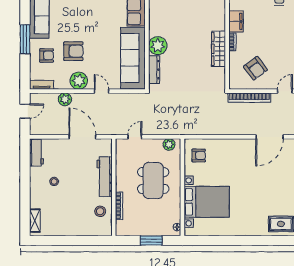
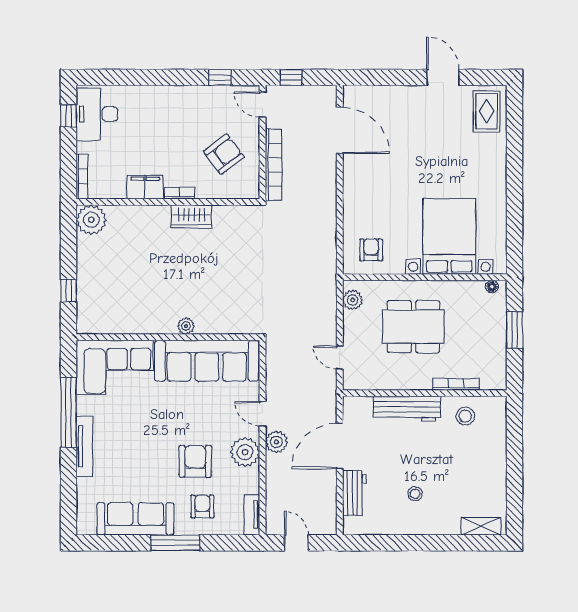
plant: (158, 46) -> (186, 326), width x0.53, depth x0.53
wardrobe: (219, 49) -> (191, 216), width x0.67
dresser: (154, 70) -> (226, 325), removed
door: (102, 91) -> (263, 414), hinge flipped
plant: (65, 99) -> (276, 442), moved
workbench: (36, 153) -> (354, 493), moved, turned 90

